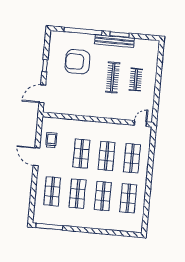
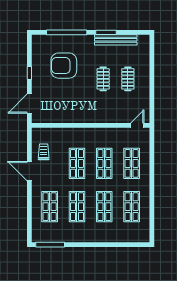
bench: (114, 41) -> (116, 40), moved
clothes rail: (113, 77) -> (103, 79), width x0.73

